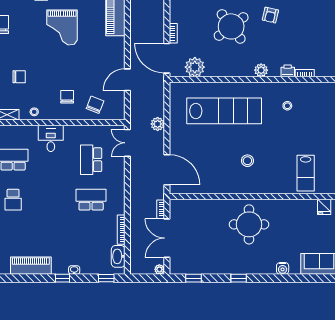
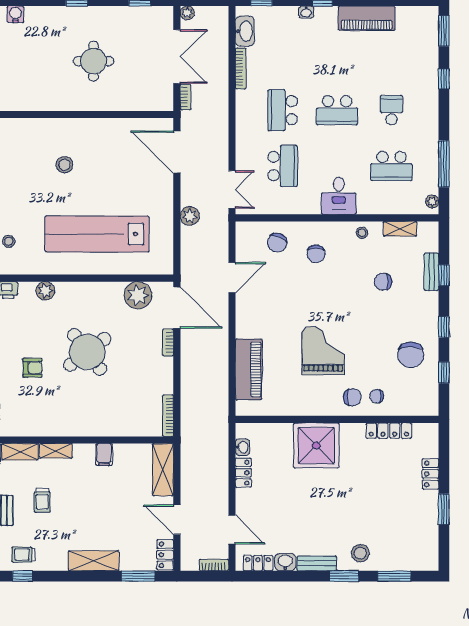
armchair: (270, 15) -> (32, 368), turned 77
school desk: (52, 200) -> (337, 110), added
school desk: (91, 200) -> (283, 110), turned 90
round table: (249, 224) -> (94, 61), moved, width x0.73, depth x0.73

